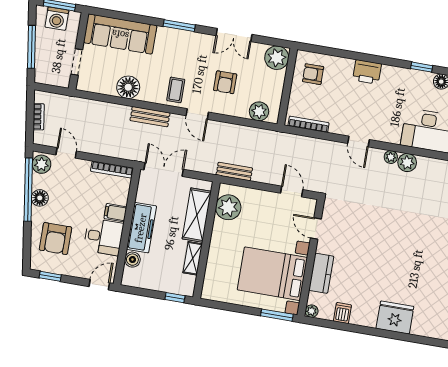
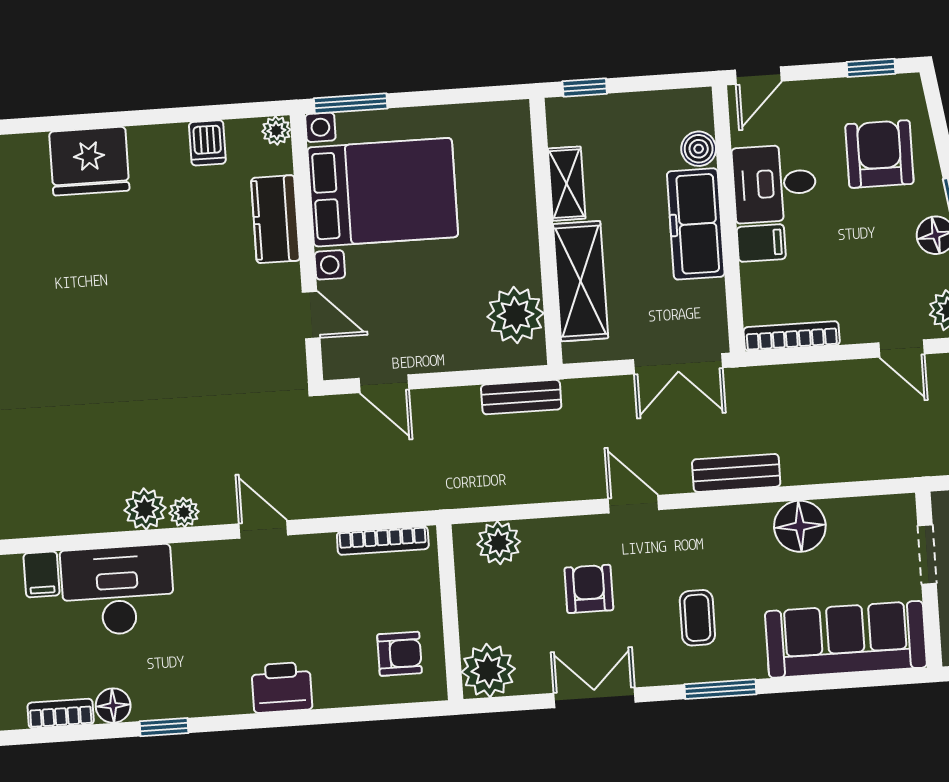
coffee table: (176, 90) -> (697, 618), moved

